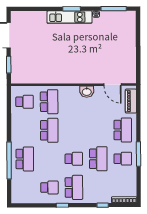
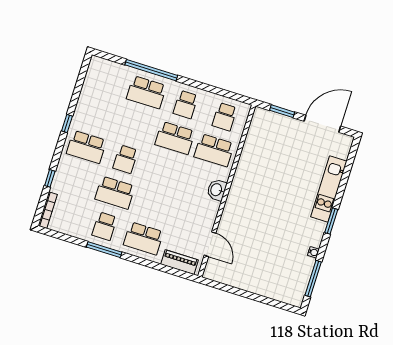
kitchen unit: (69, 17) -> (329, 189), moved
door: (112, 85) -> (210, 244), swing flipped
washbasin: (87, 92) -> (217, 190), moved
school desk: (49, 188) -> (185, 104), moved

